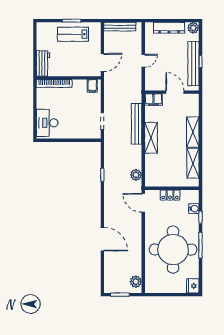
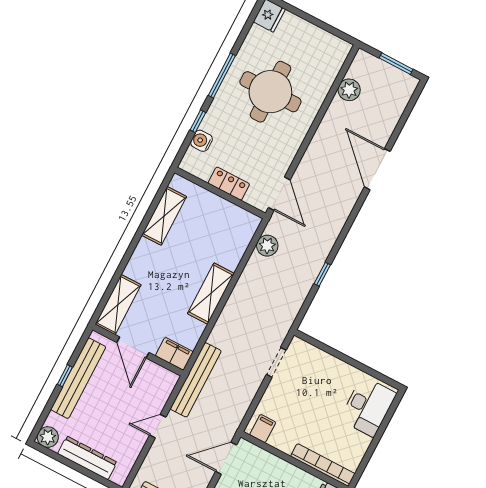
bench: (137, 124) -> (196, 380), moved
shelving: (193, 132) -> (118, 305), moved
round table: (173, 250) -> (270, 92), width x0.73, depth x0.73
plant: (136, 282) -> (349, 90), moved

